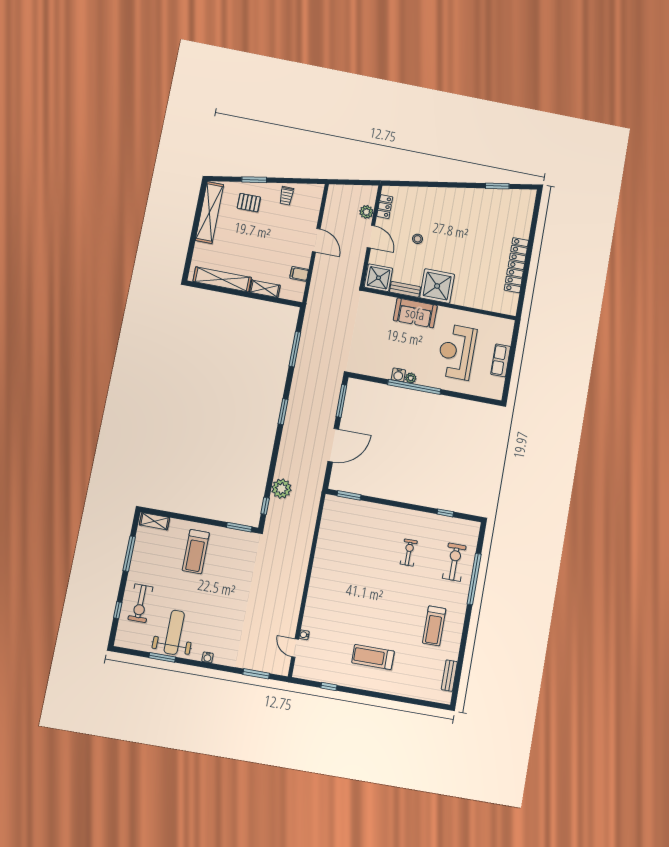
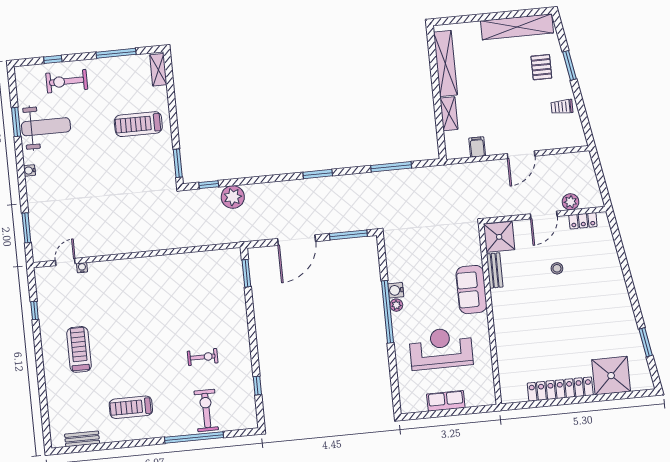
shower: (437, 286) -> (611, 376), moved
door: (333, 445) -> (297, 240), hinge flipped
exercise bike: (454, 562) -> (206, 410), turned -90

